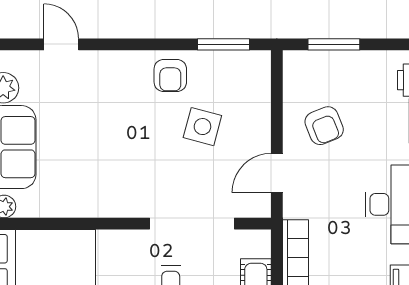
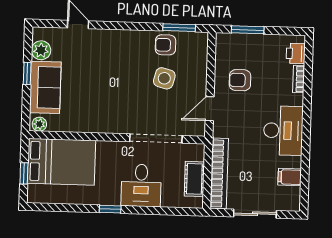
armchair: (170, 75) -> (165, 45), moved, turned 90
armchair: (324, 126) -> (240, 80), turned 112

